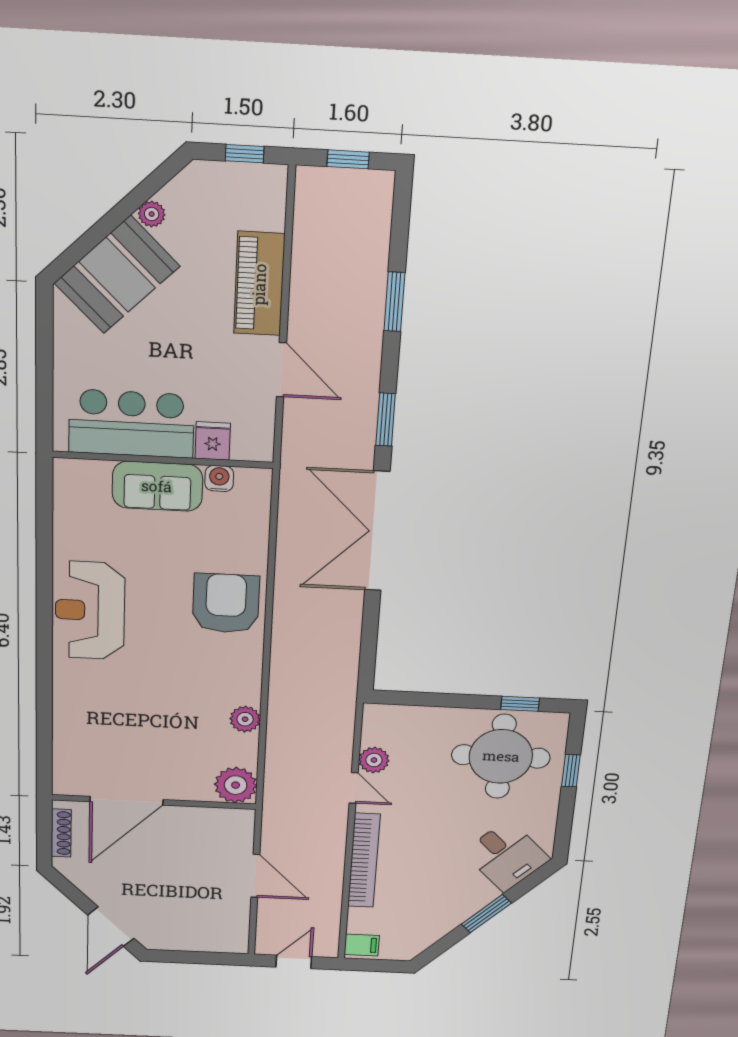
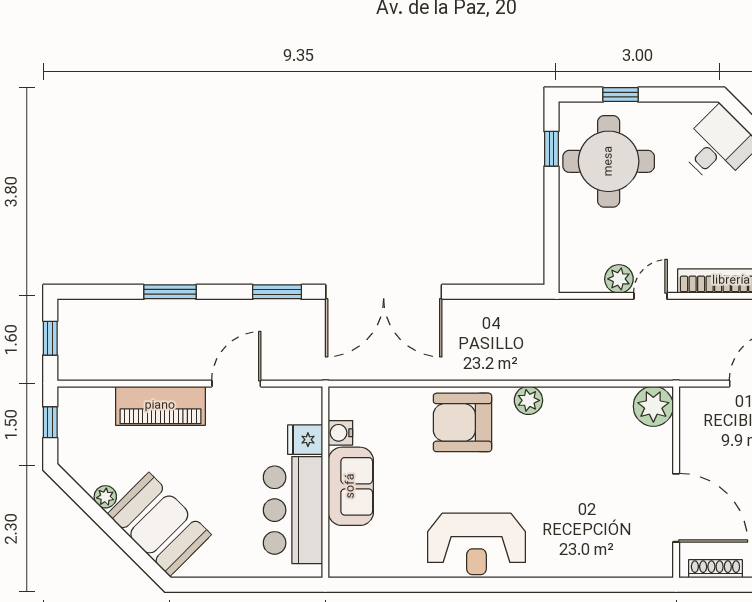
plant: (245, 719) -> (528, 400), moved

